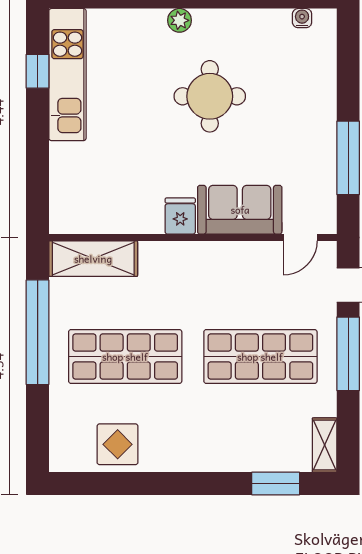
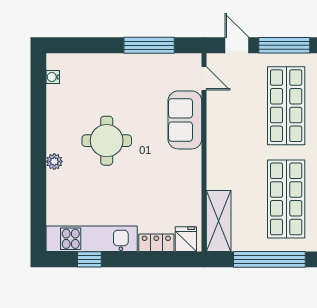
locker: (62, 168) -> (156, 243), added
fridge: (180, 216) -> (186, 239), moved, turned 90

